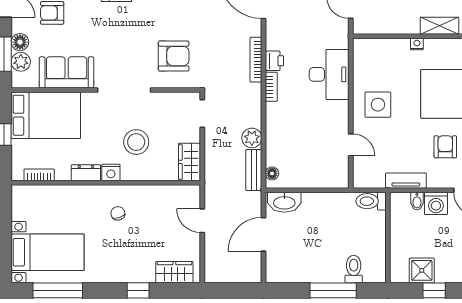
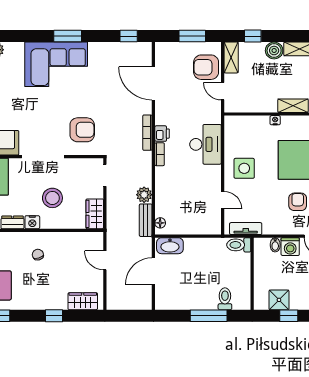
tv unit: (406, 181) -> (246, 229), moved

